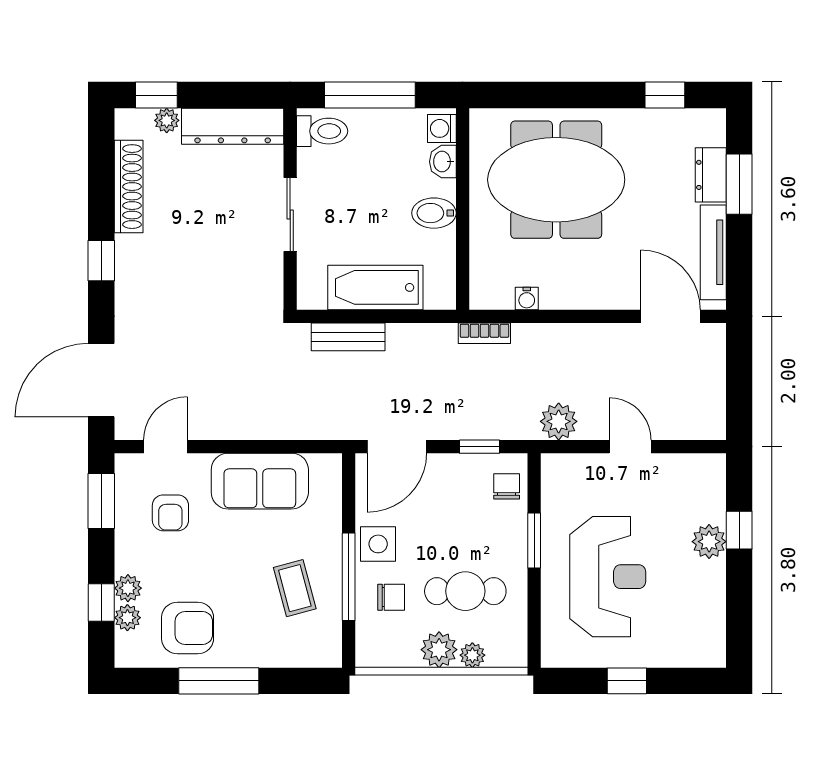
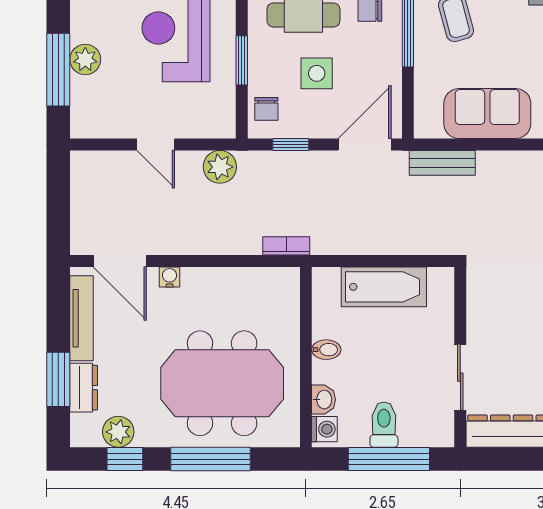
window: (569, 95) -> (210, 459), added
plant: (672, 125) -> (118, 432), added
toilet: (322, 131) -> (384, 425), moved, turned 90
bidet: (434, 213) -> (326, 350), width x0.72, depth x0.74
sliding door: (290, 214) -> (460, 377), moved
water cooler: (527, 298) -> (170, 277), moved
bench: (348, 337) -> (442, 163), moved
window: (739, 530) -> (58, 70), width x2.17
side table: (378, 544) -> (317, 73), moved

